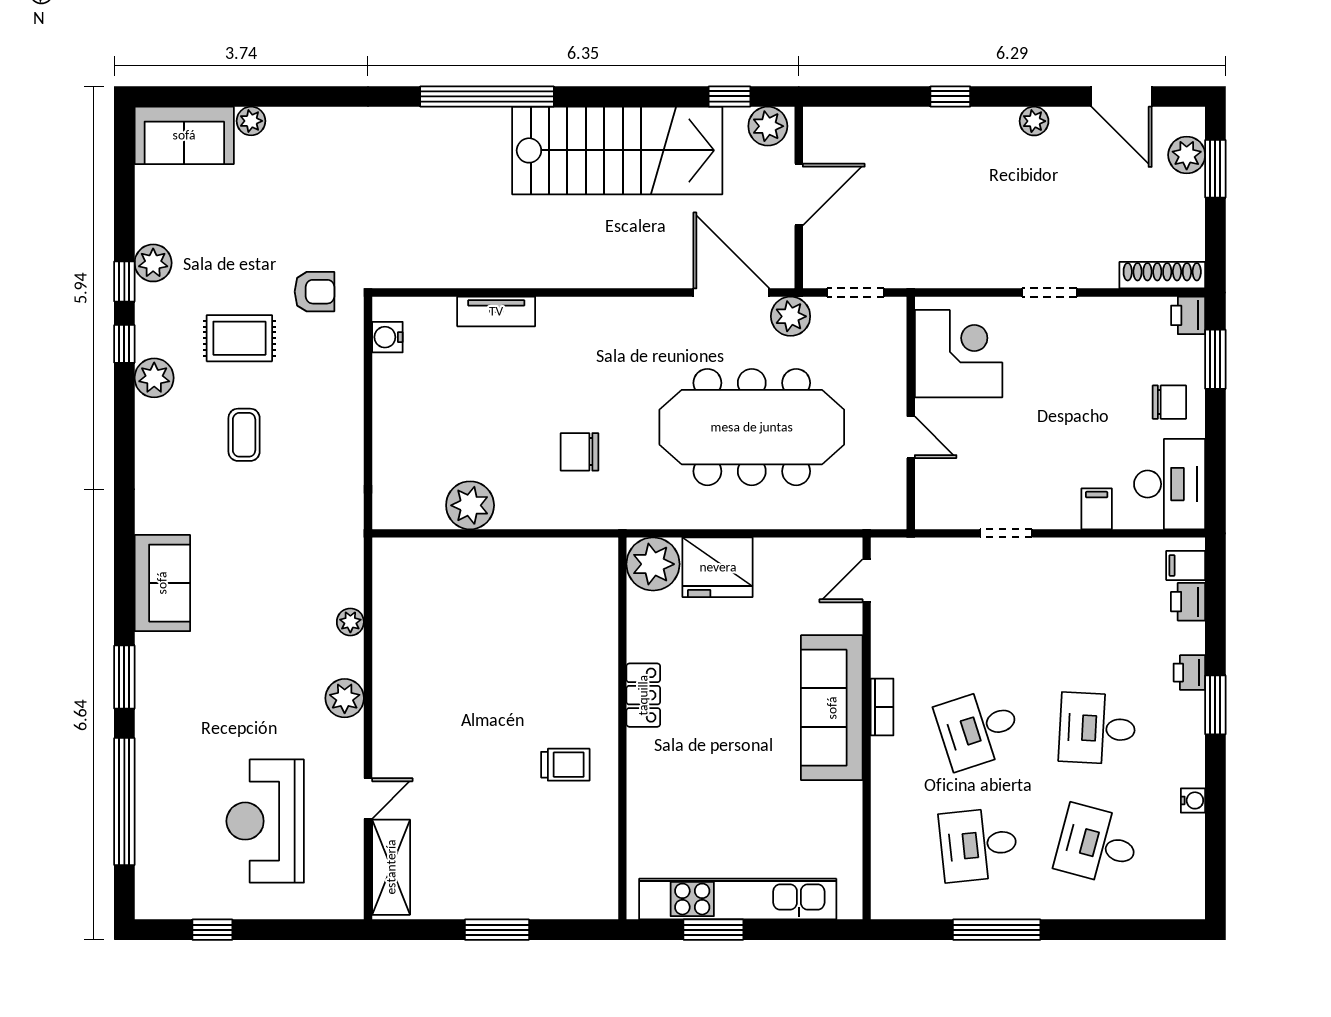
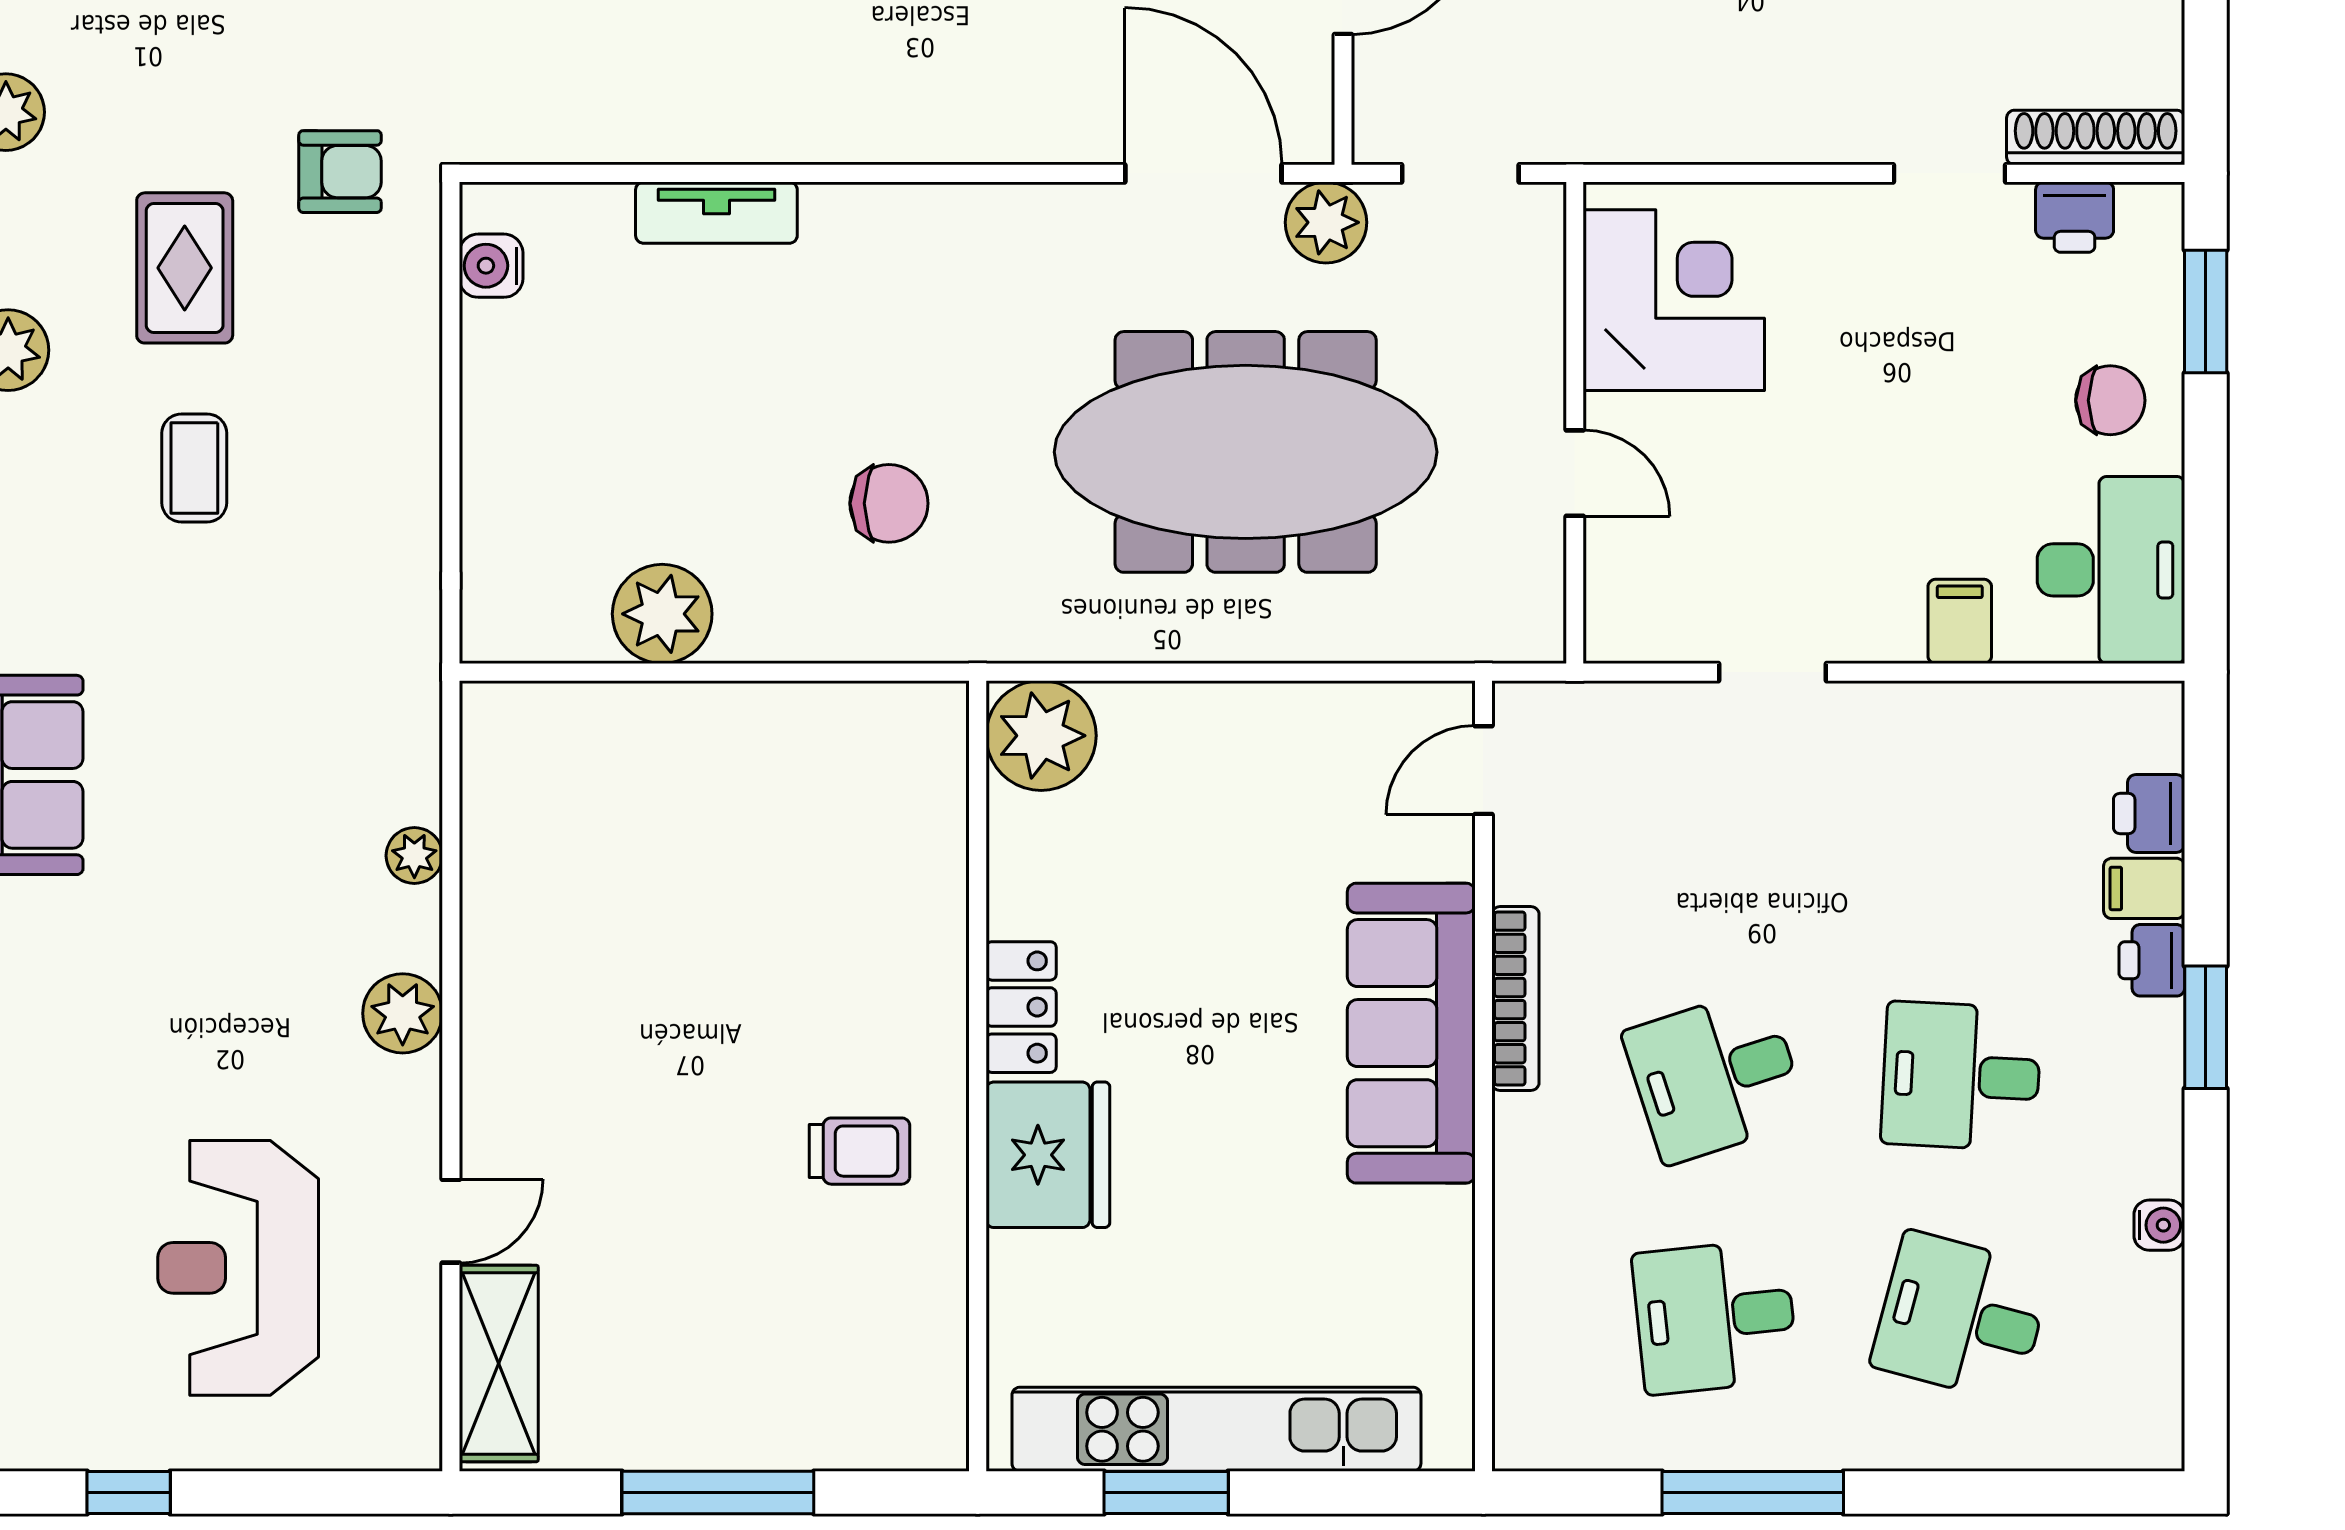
doorway: (1050, 293) -> (1949, 173), moved
printer: (1188, 315) -> (2075, 217), moved, turned -90
rug: (239, 338) -> (185, 268), turned 90
chair: (580, 452) -> (889, 503), turned 180
filing cabinet: (1186, 565) -> (2144, 888), moved
fridge: (718, 567) -> (1048, 1155), moved, turned -90
bookcase: (882, 707) -> (1515, 999), width x1.56
window: (497, 930) -> (718, 1493), width x1.44

